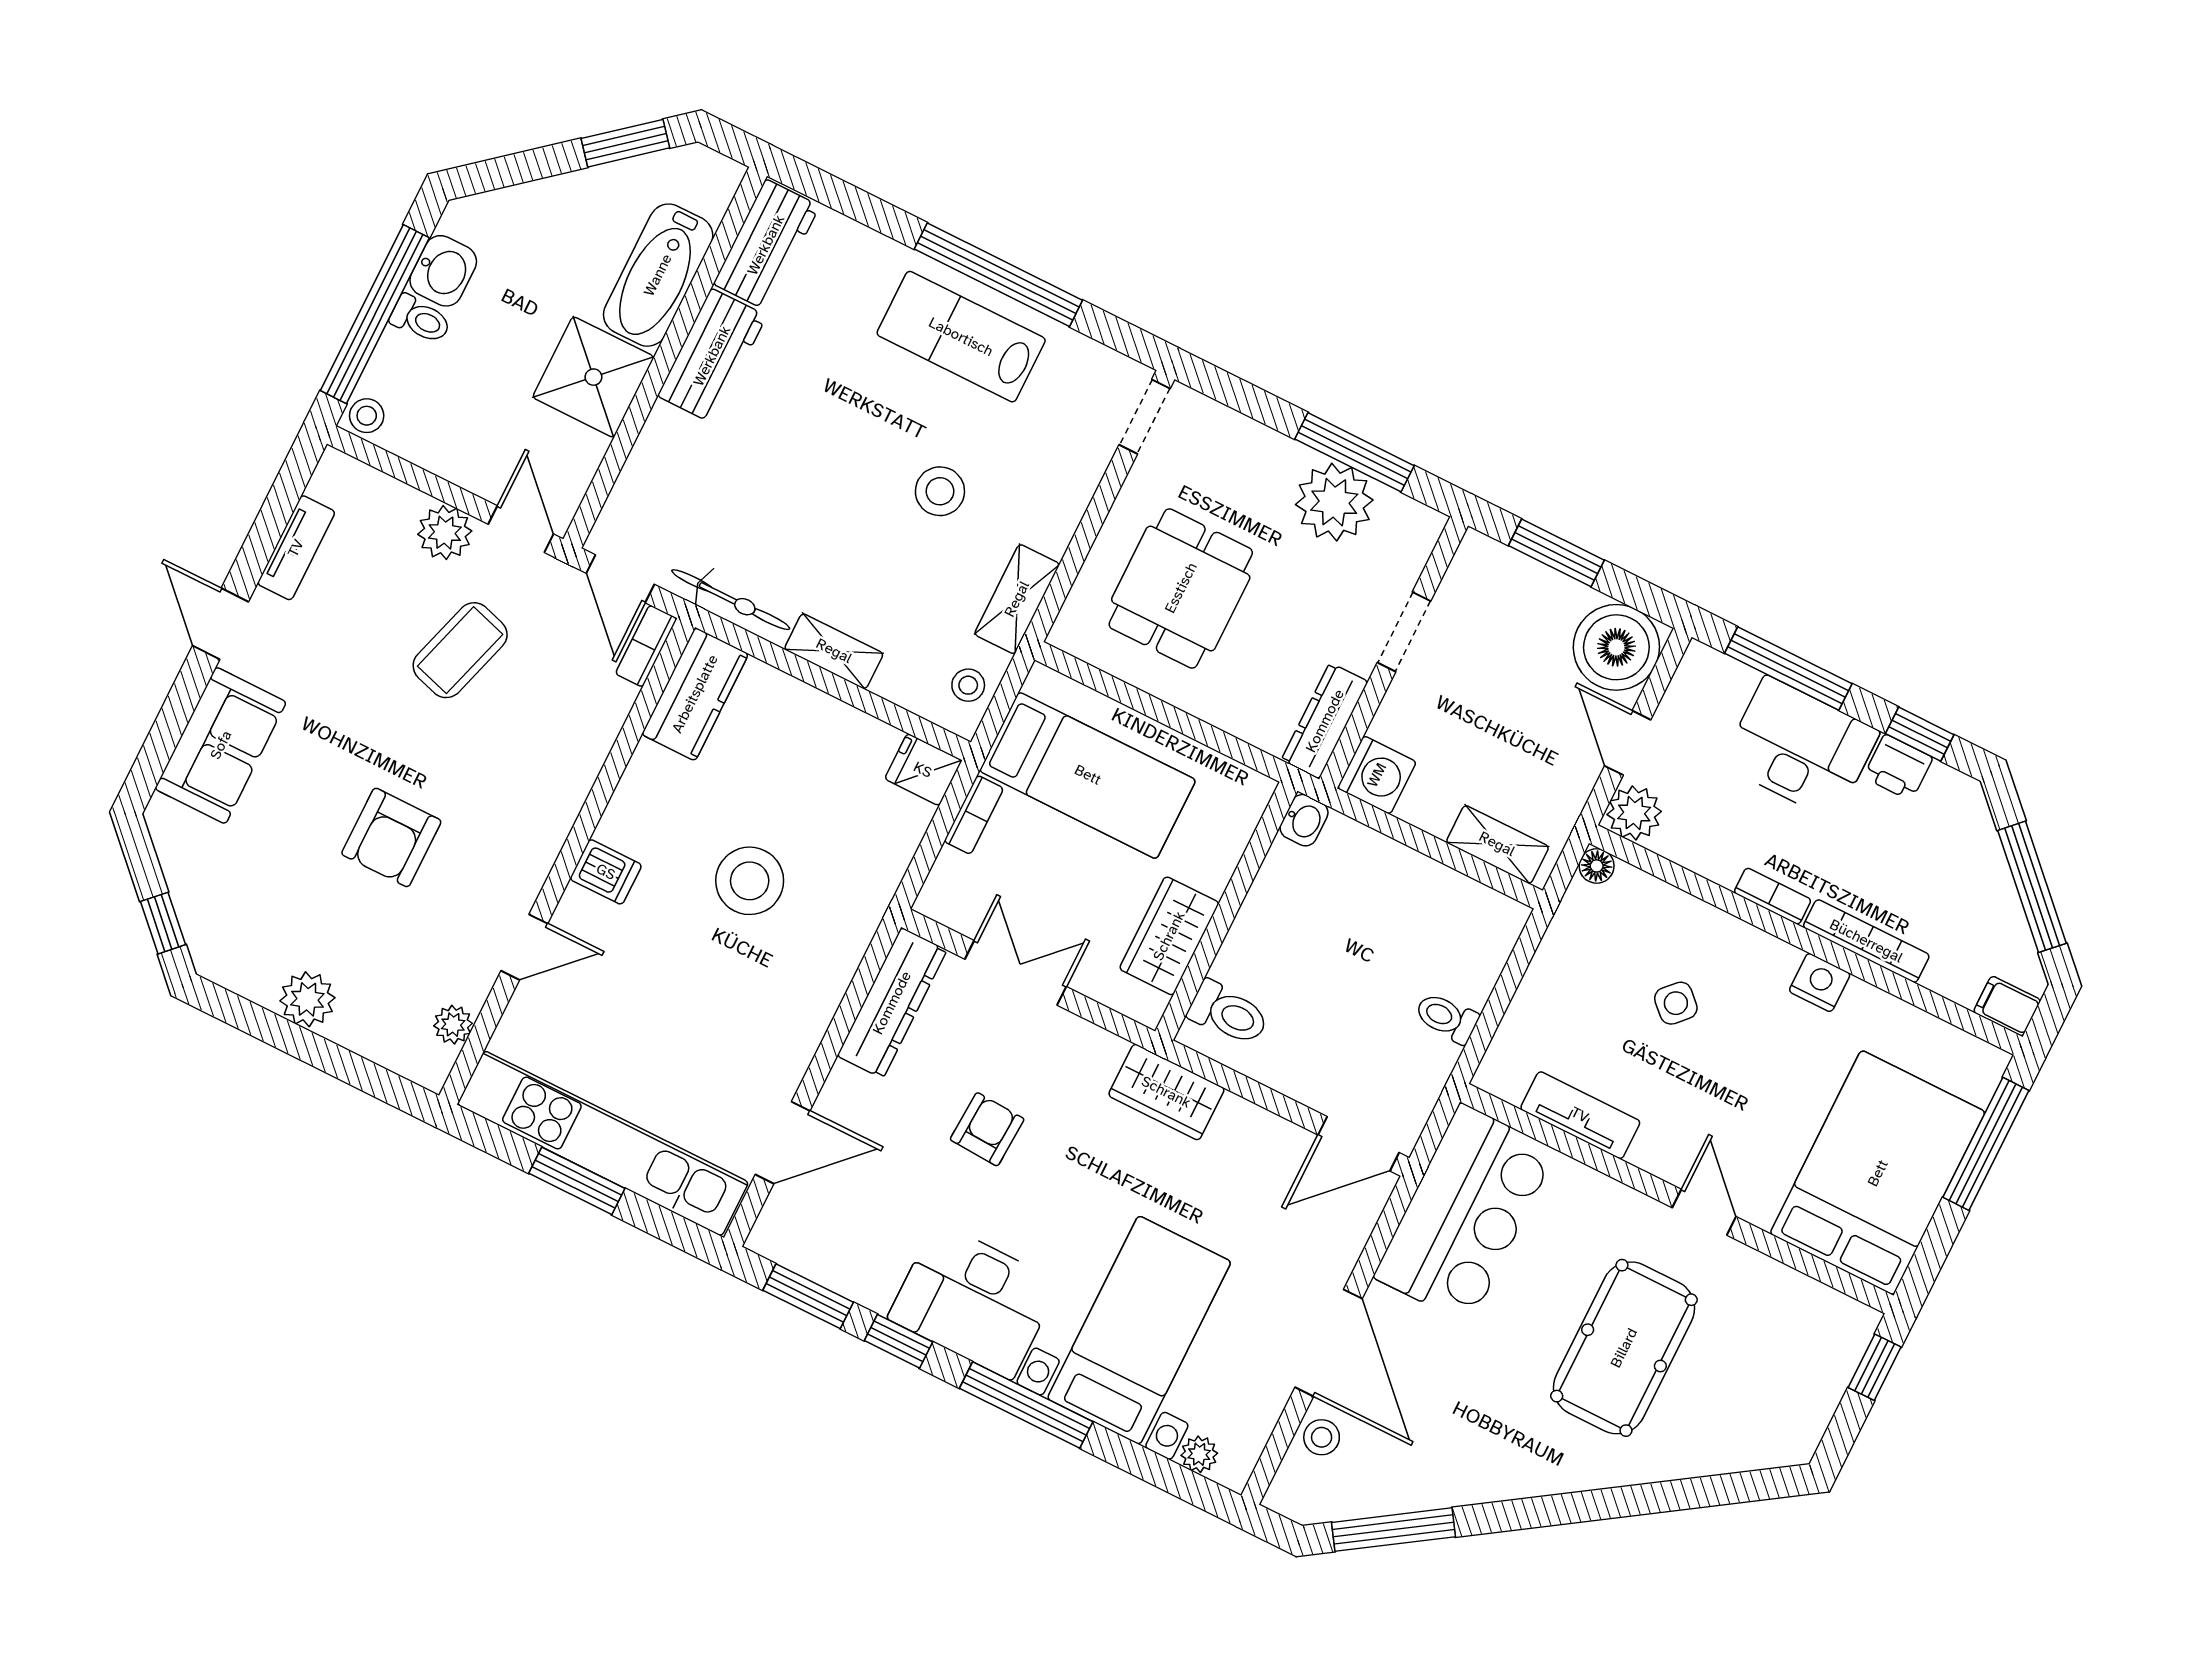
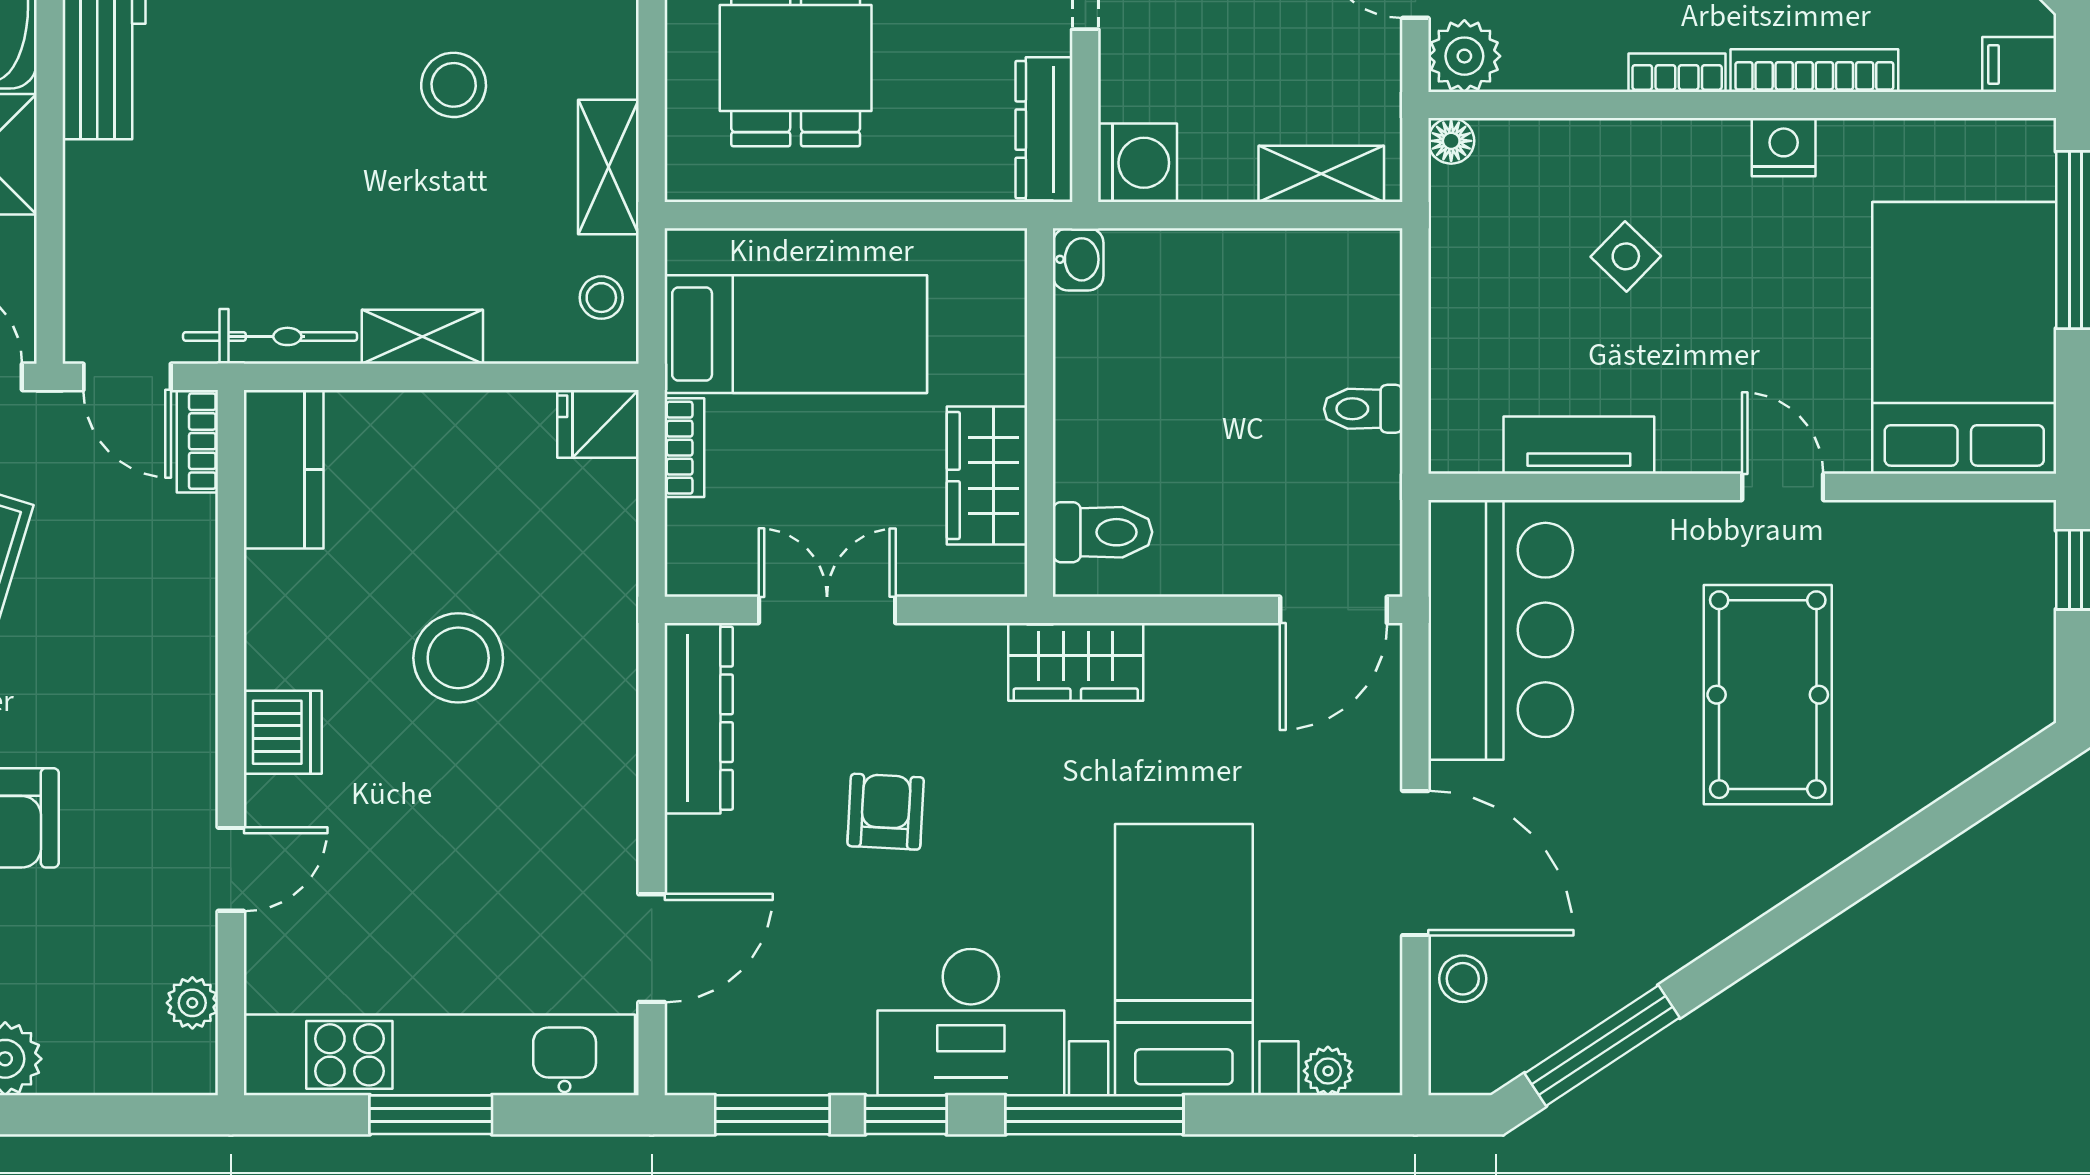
dishwasher: (606, 872) -> (283, 732), width x1.38

